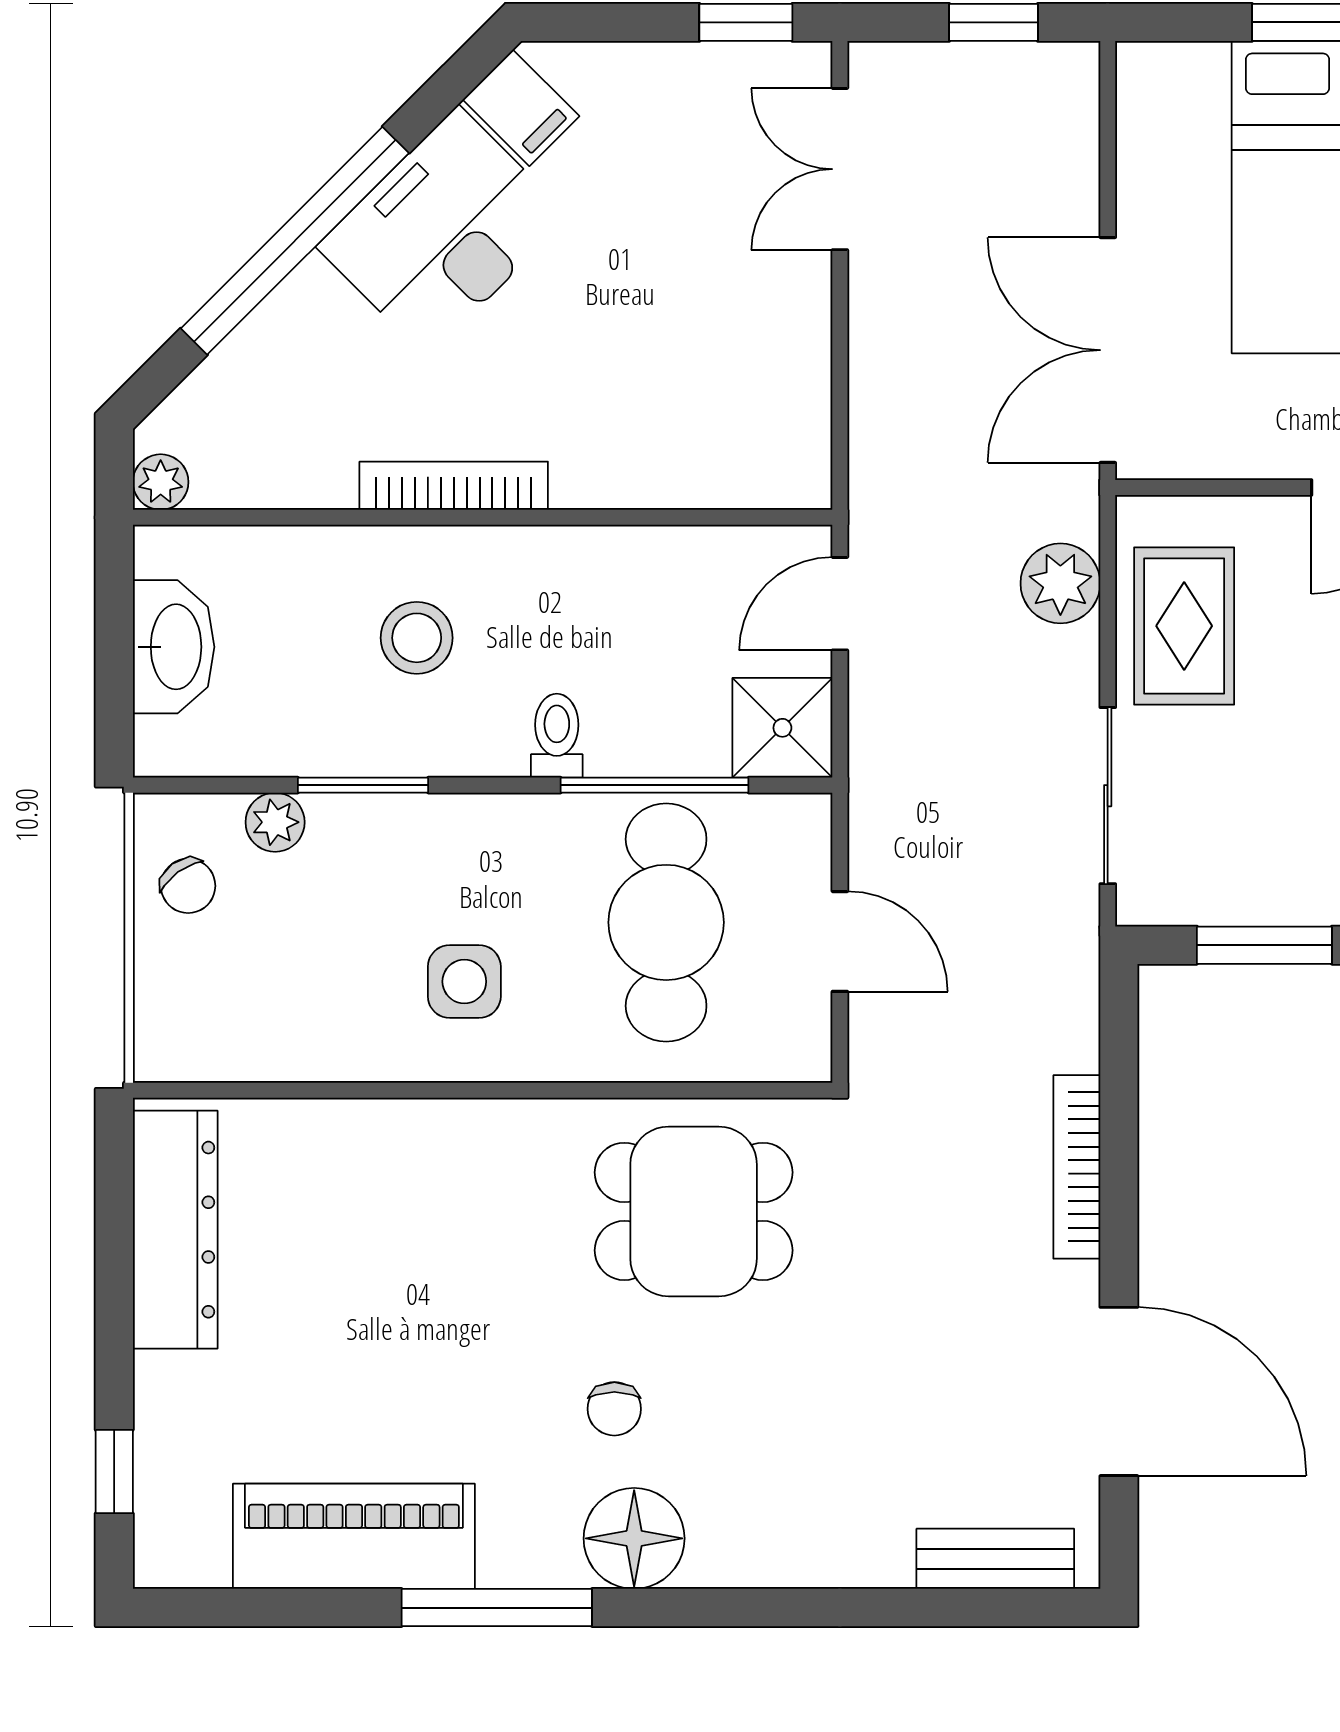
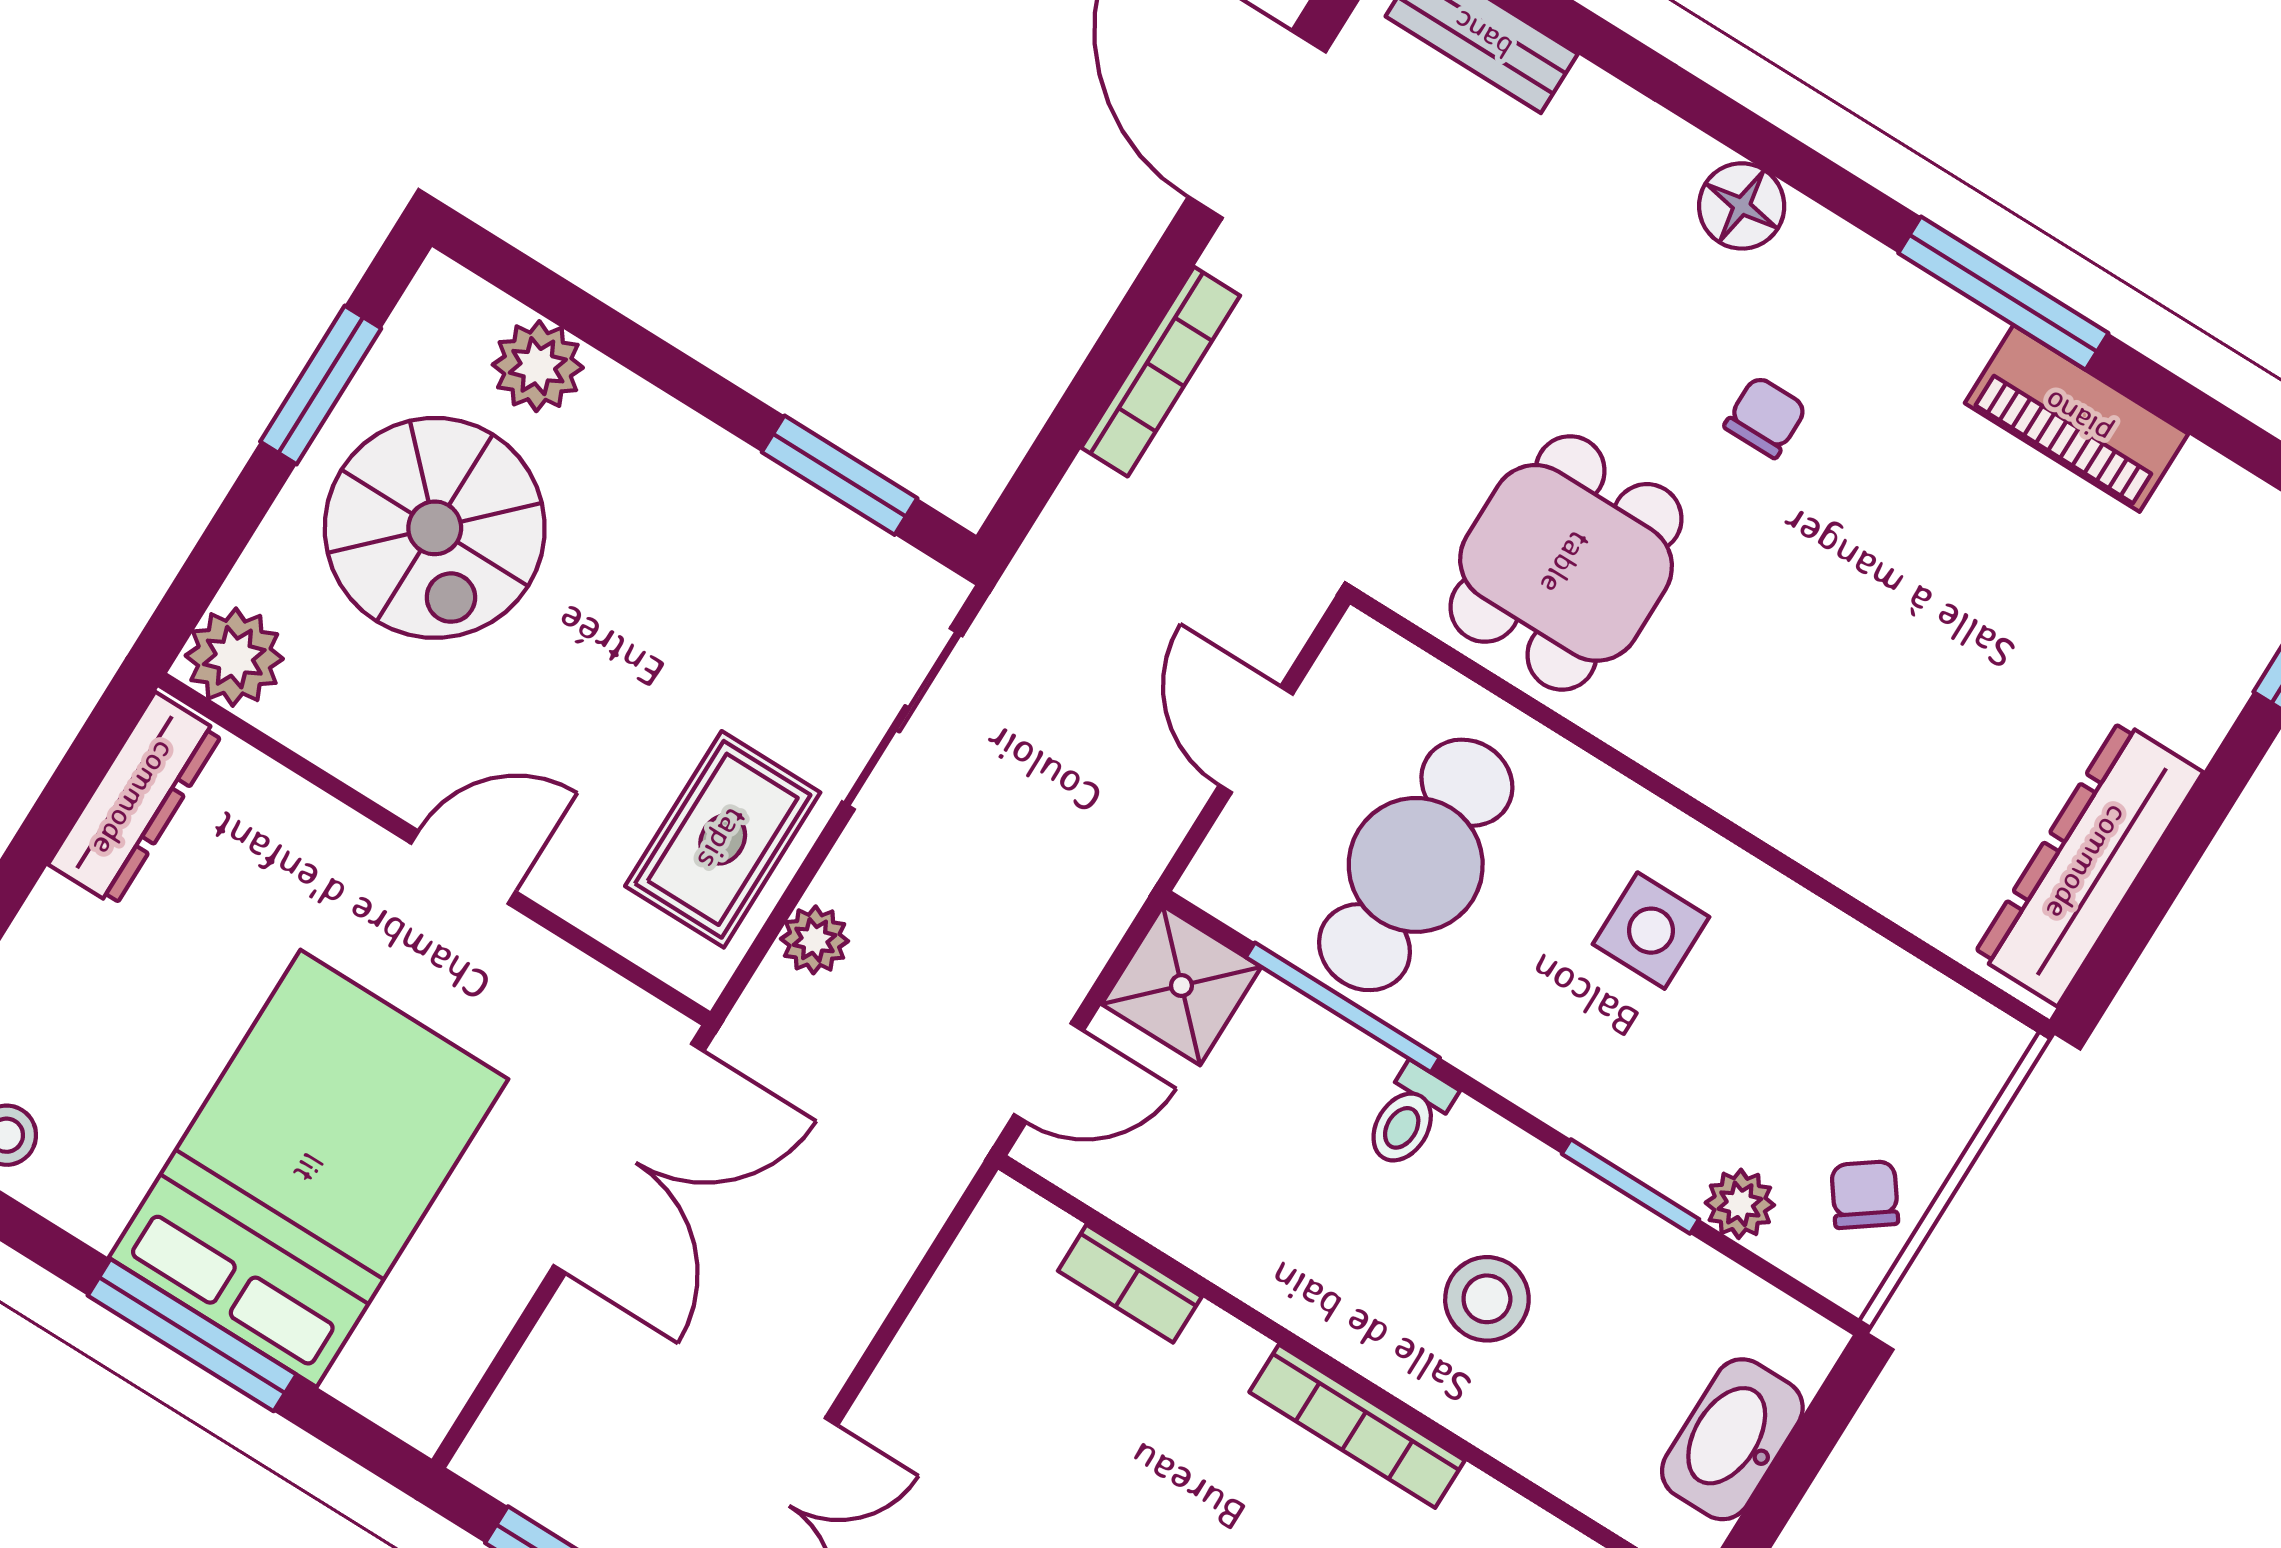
bookcase: (685, 486) -> (1130, 1284), added
plant: (1060, 583) -> (815, 940), width x0.73, depth x0.73
dining table: (694, 1211) -> (1566, 563), turned 90
piano: (354, 1536) -> (2077, 418), width x0.73, depth x0.75
floor lamp: (634, 1538) -> (1742, 206), moved, width x0.73, depth x0.73

